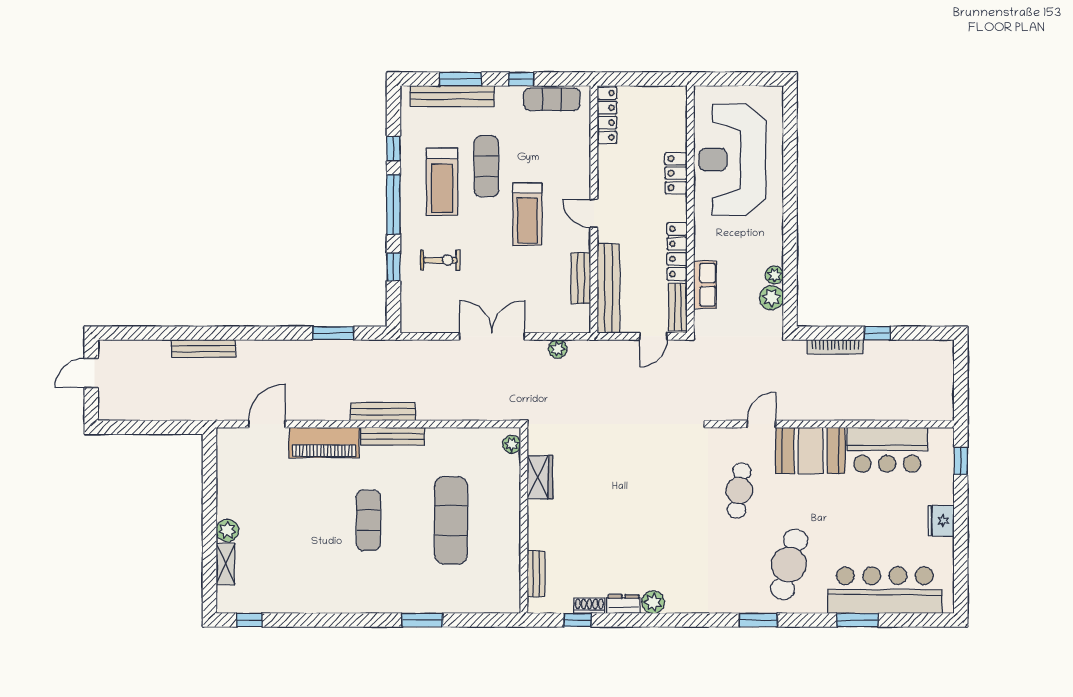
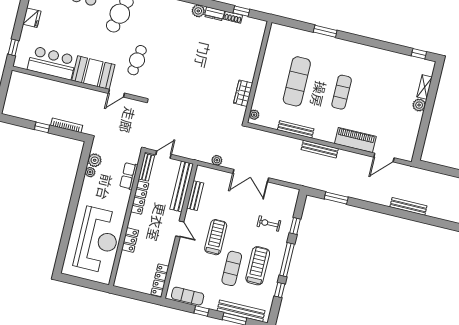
bench: (393, 436) -> (296, 129), moved
bench: (536, 574) -> (258, 42), removed

